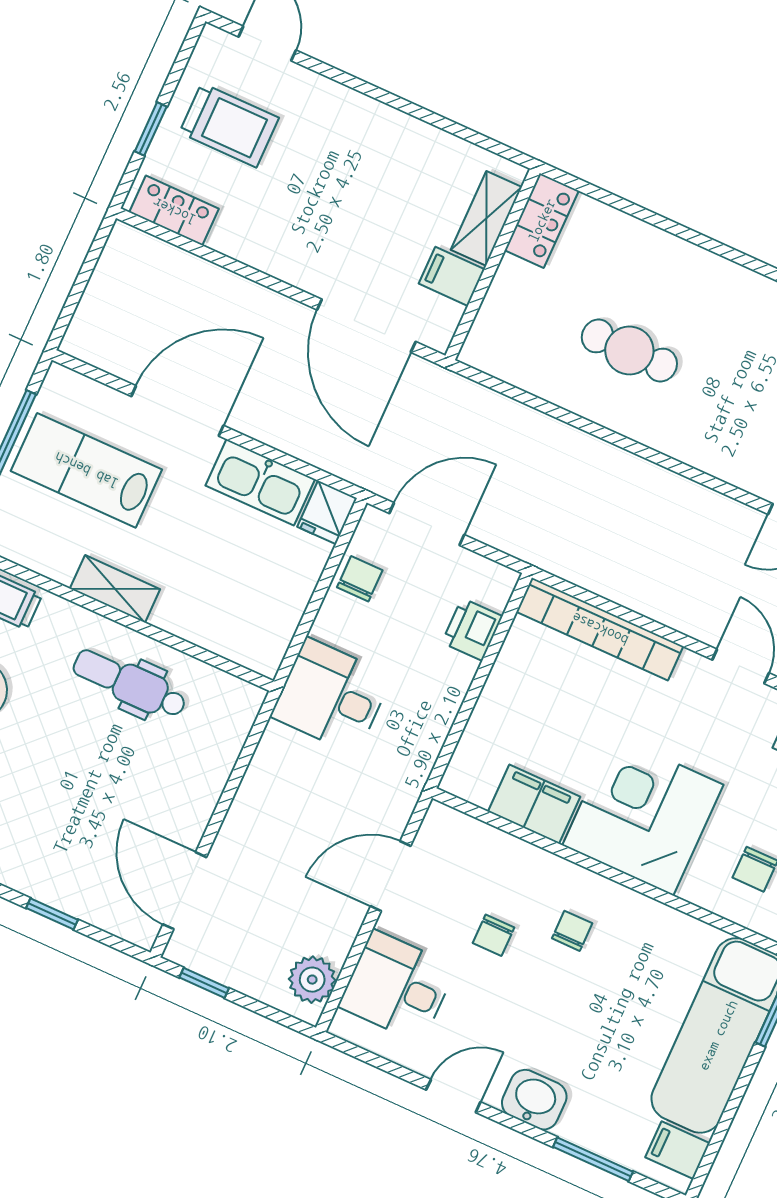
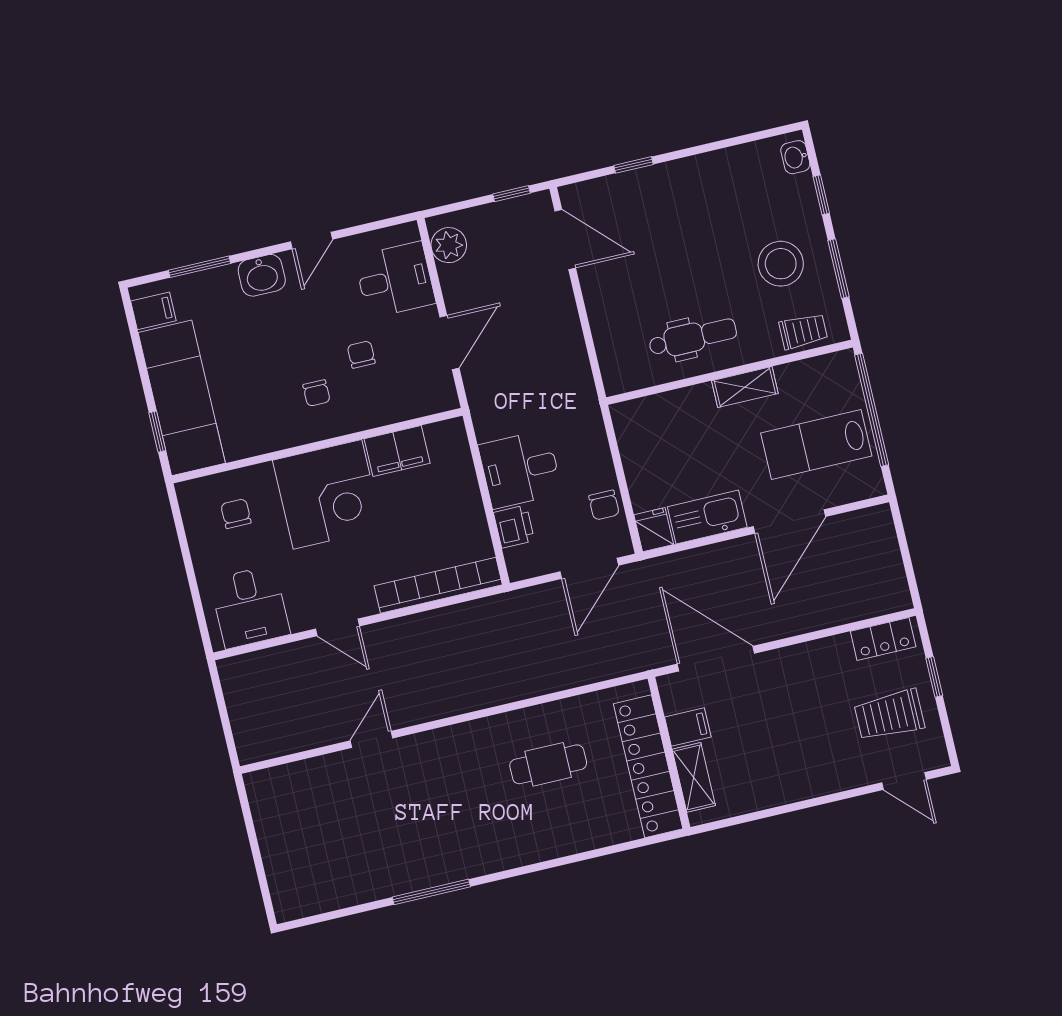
locker: (542, 220) -> (648, 766), width x2.16, depth x1.21
lab bench: (86, 470) -> (816, 444), turned 180
desk: (331, 696) -> (520, 469), moved, turned 180

